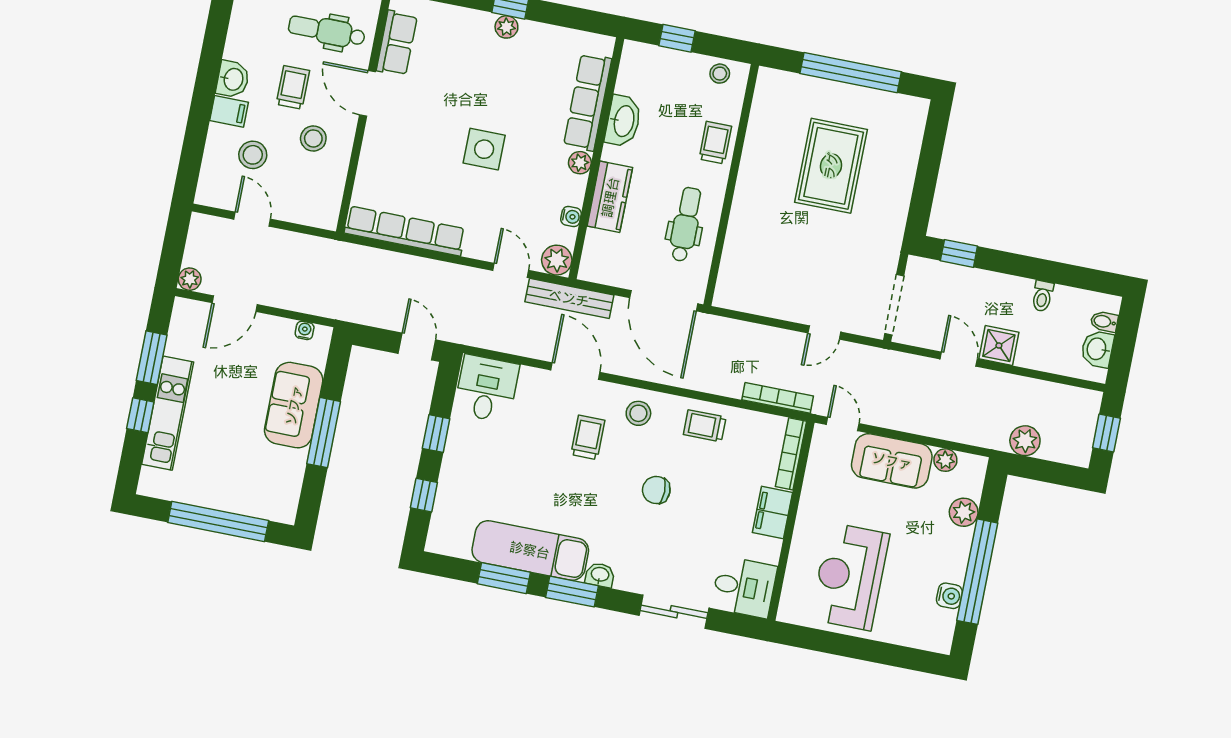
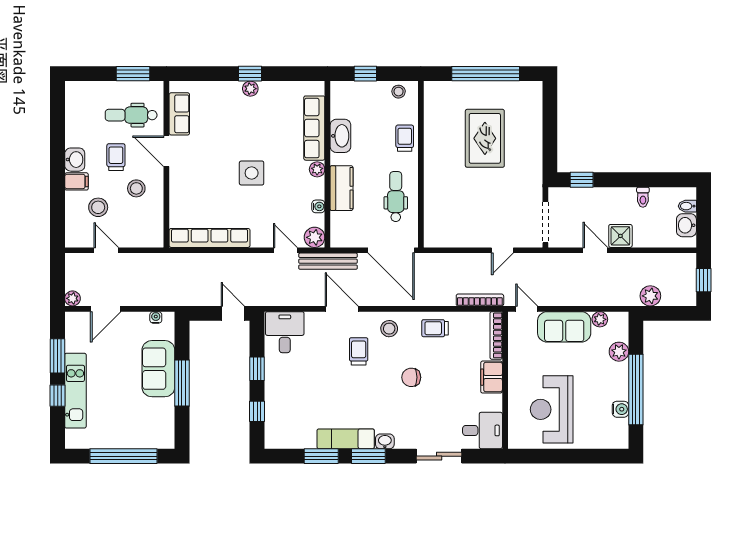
exam couch: (530, 550) -> (346, 439), width x0.73, depth x0.69

